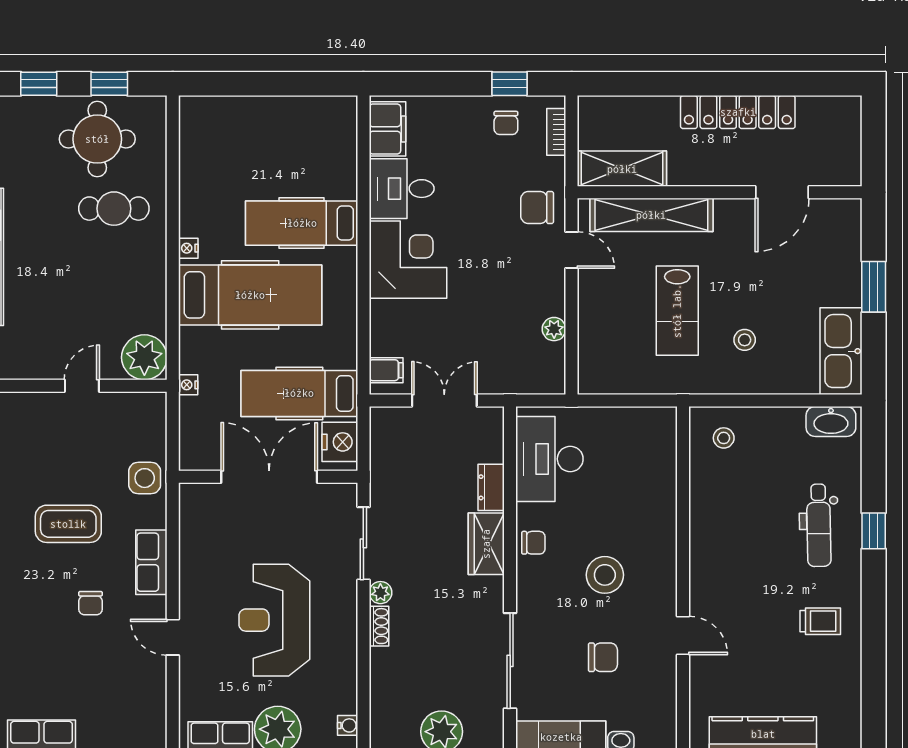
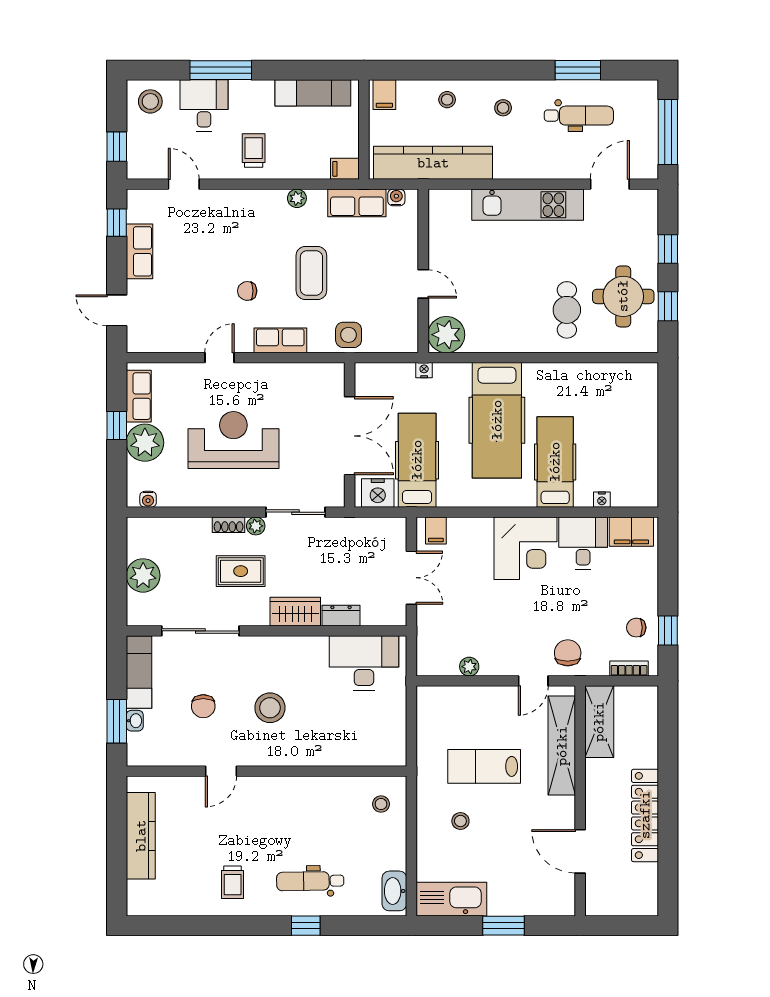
nightstand: (188, 248) -> (602, 500), moved, turned 180
chair: (533, 543) -> (296, 650), removed
rug: (436, 611) -> (241, 571), added

